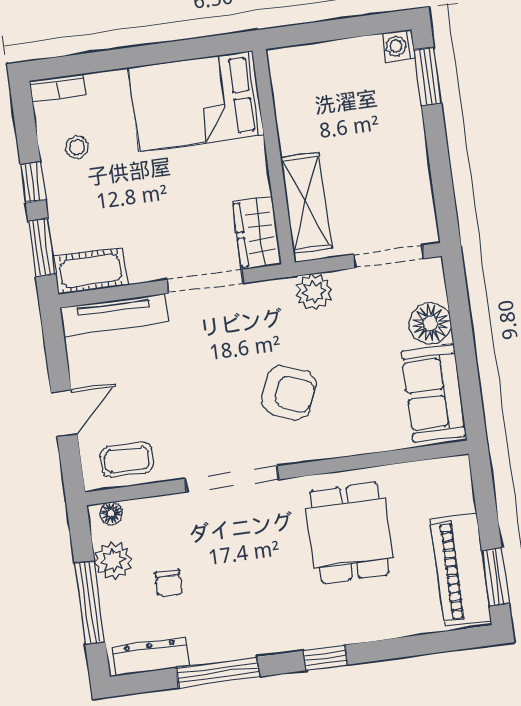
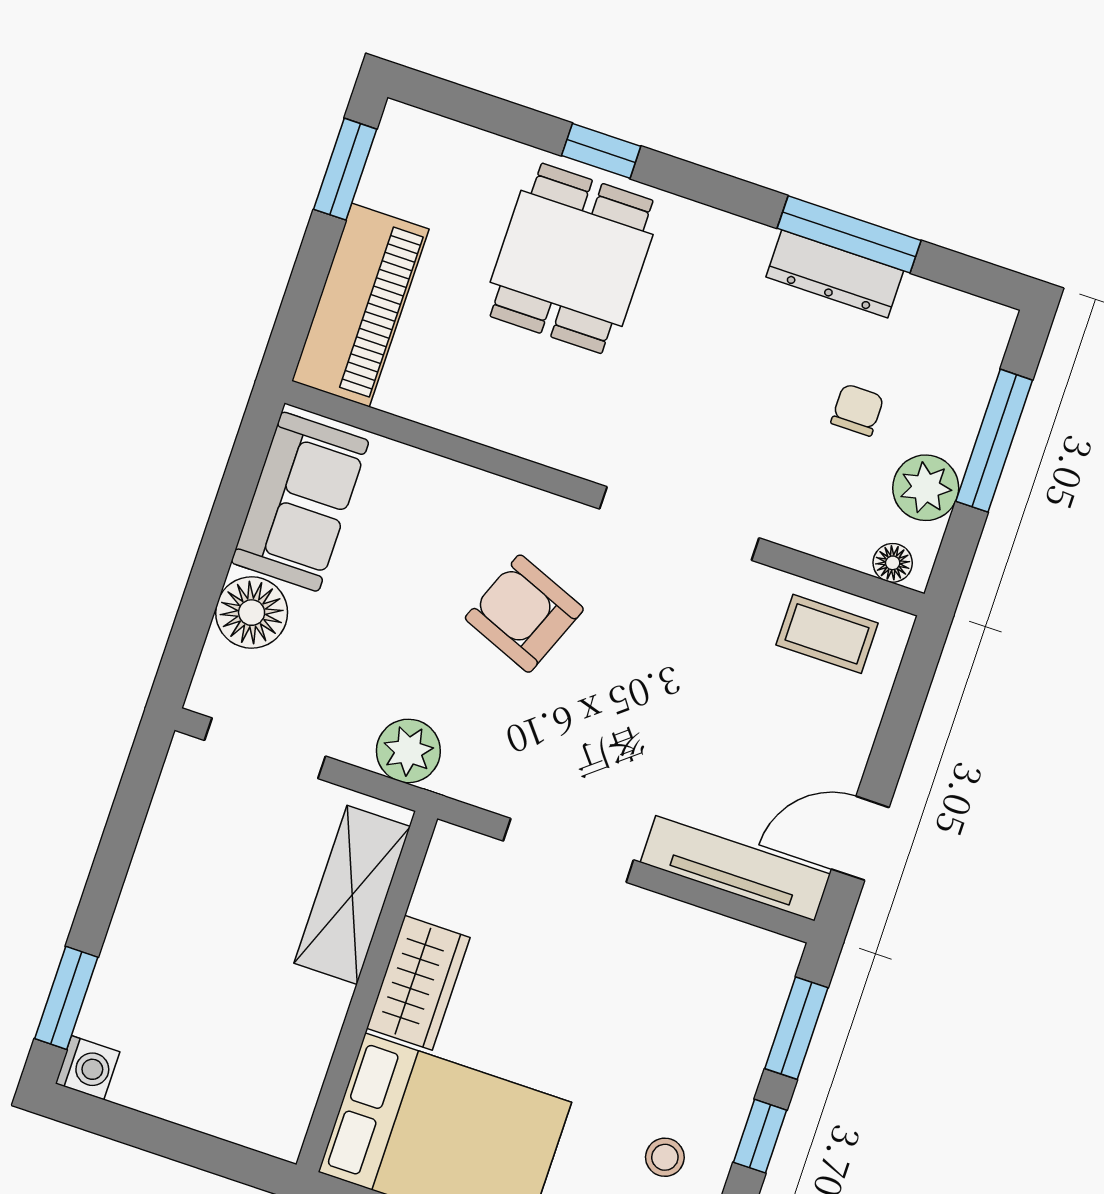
wardrobe: (257, 233) -> (418, 983), moved
cot: (91, 271) -> (739, 955), removed
door: (64, 413) -> (860, 838), moved
dining table: (349, 533) -> (572, 258), moved
piano: (461, 570) -> (360, 305), moved
dresser: (151, 657) -> (835, 274), moved
window: (326, 658) -> (601, 151), moved

